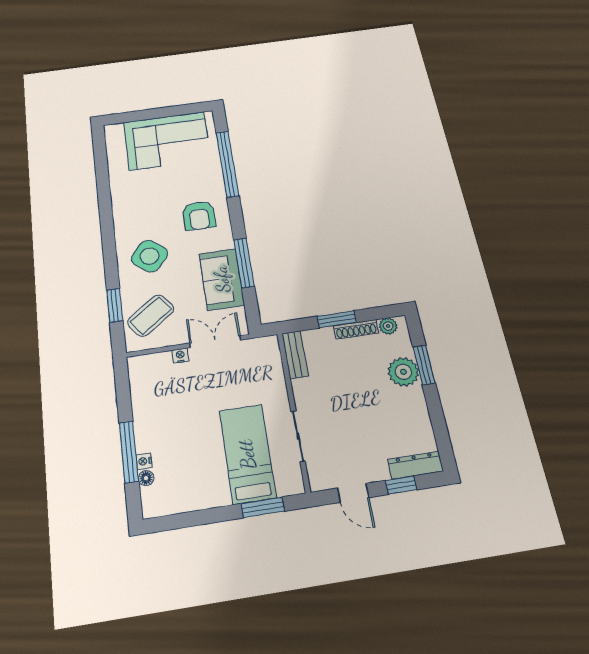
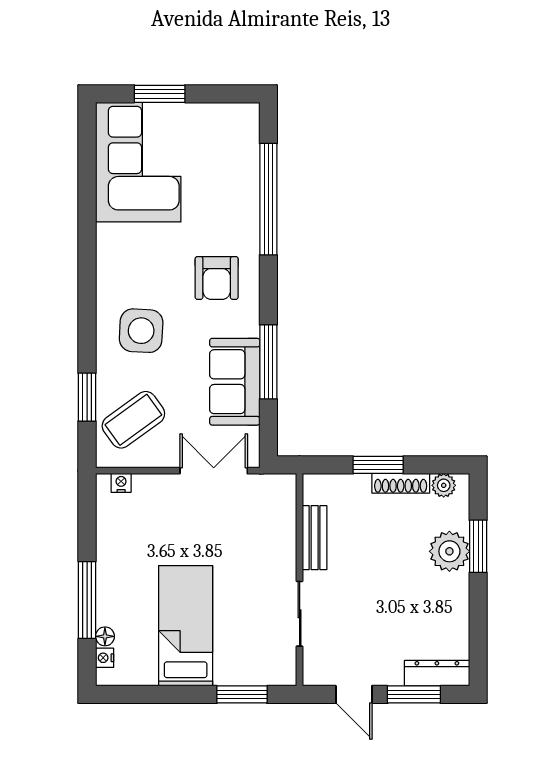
window: (146, 115) -> (160, 94), added
corner sofa: (167, 141) -> (138, 162), moved, turned -90
side table: (150, 256) -> (141, 331), turned -36
bench: (295, 355) -> (315, 538), moved
nightstand: (180, 356) -> (121, 483), moved
bed: (247, 454) -> (186, 626), moved
nightstand: (144, 461) -> (105, 658), moved
window: (401, 485) -> (414, 694), width x1.50

